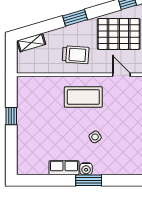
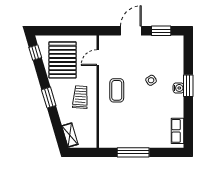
coffee table: (83, 97) -> (117, 90), width x0.73, depth x0.76
window: (11, 116) -> (133, 152), width x2.17
row of seats: (64, 168) -> (178, 131), moved

